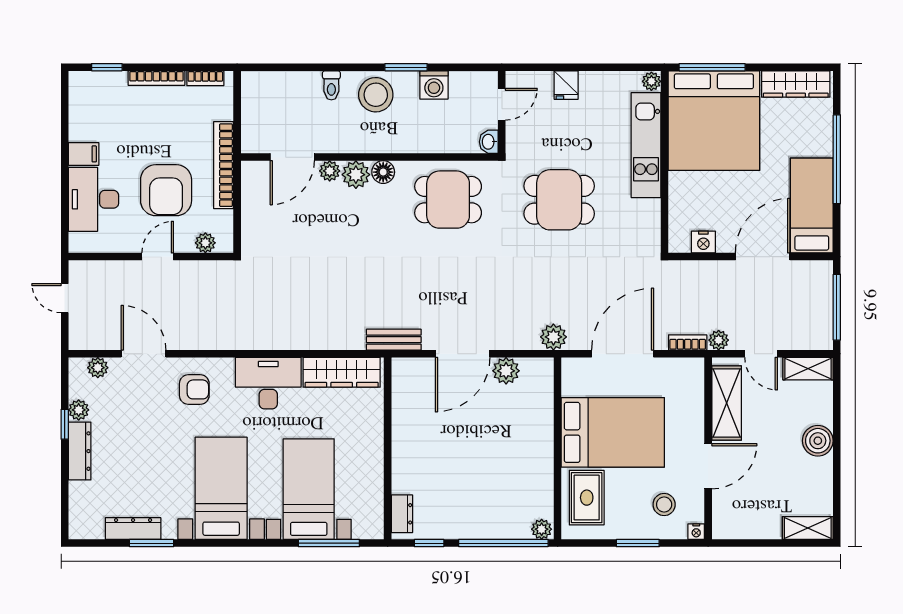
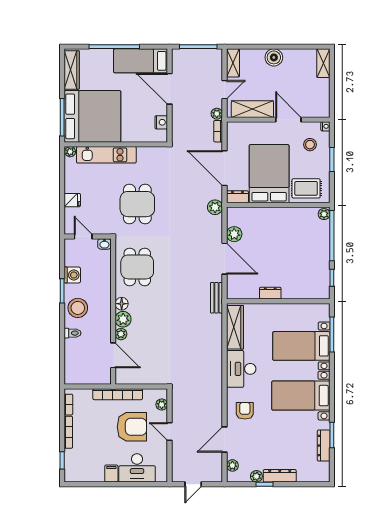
dresser: (572, 376) -> (237, 197), added
dresser: (402, 514) -> (270, 293), moved

